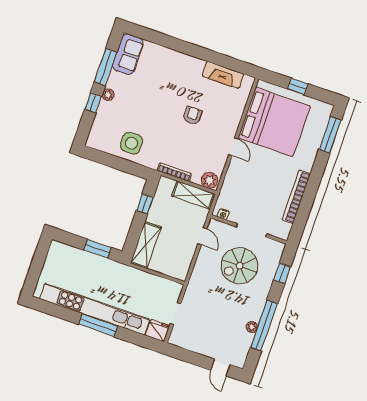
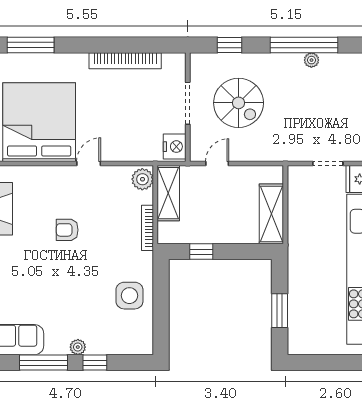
nightstand: (223, 214) -> (175, 147), width x1.89, depth x1.79
shelving: (146, 245) -> (271, 214), moved, turned 90
window: (98, 249) -> (280, 311), moved

